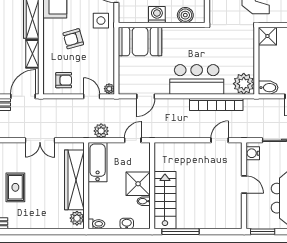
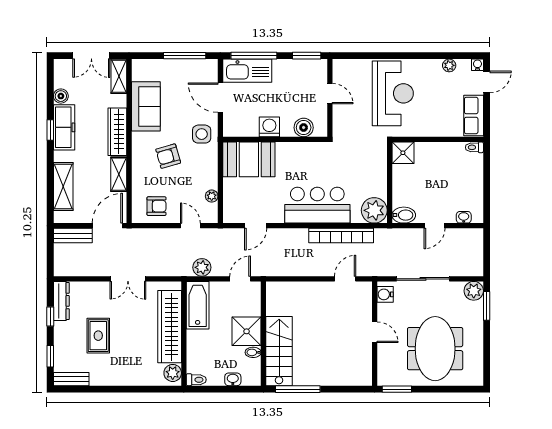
plant: (109, 89) -> (212, 196), moved

